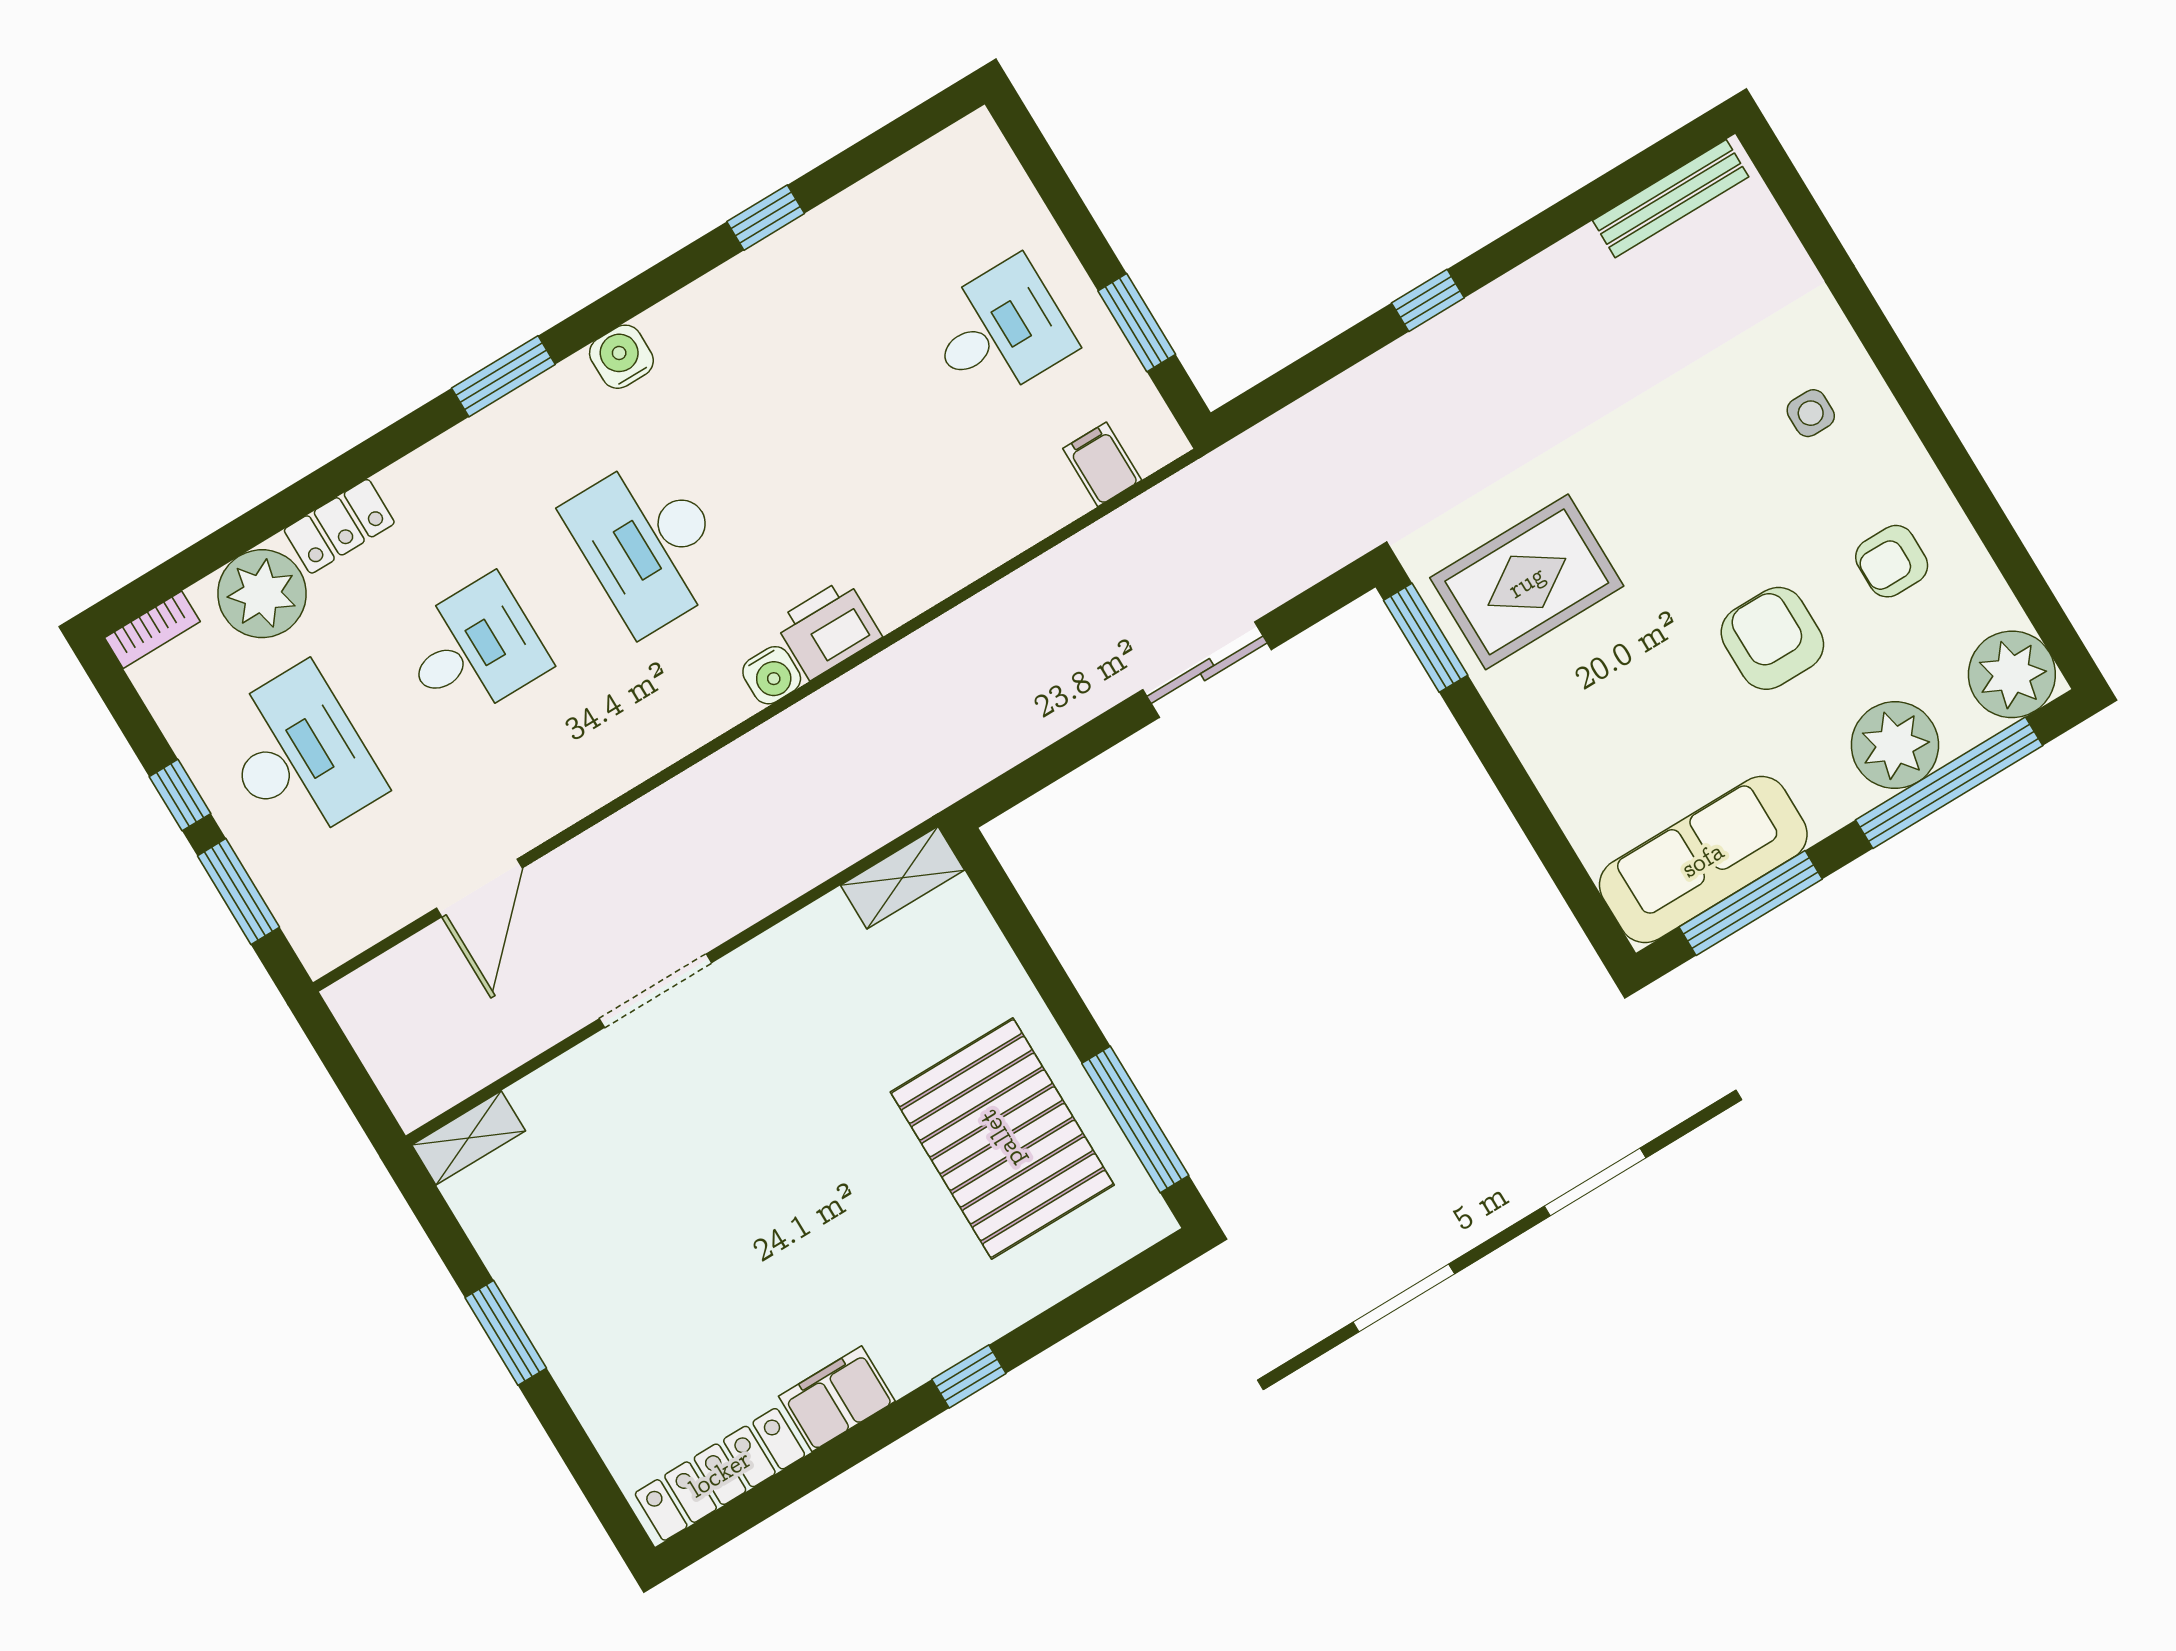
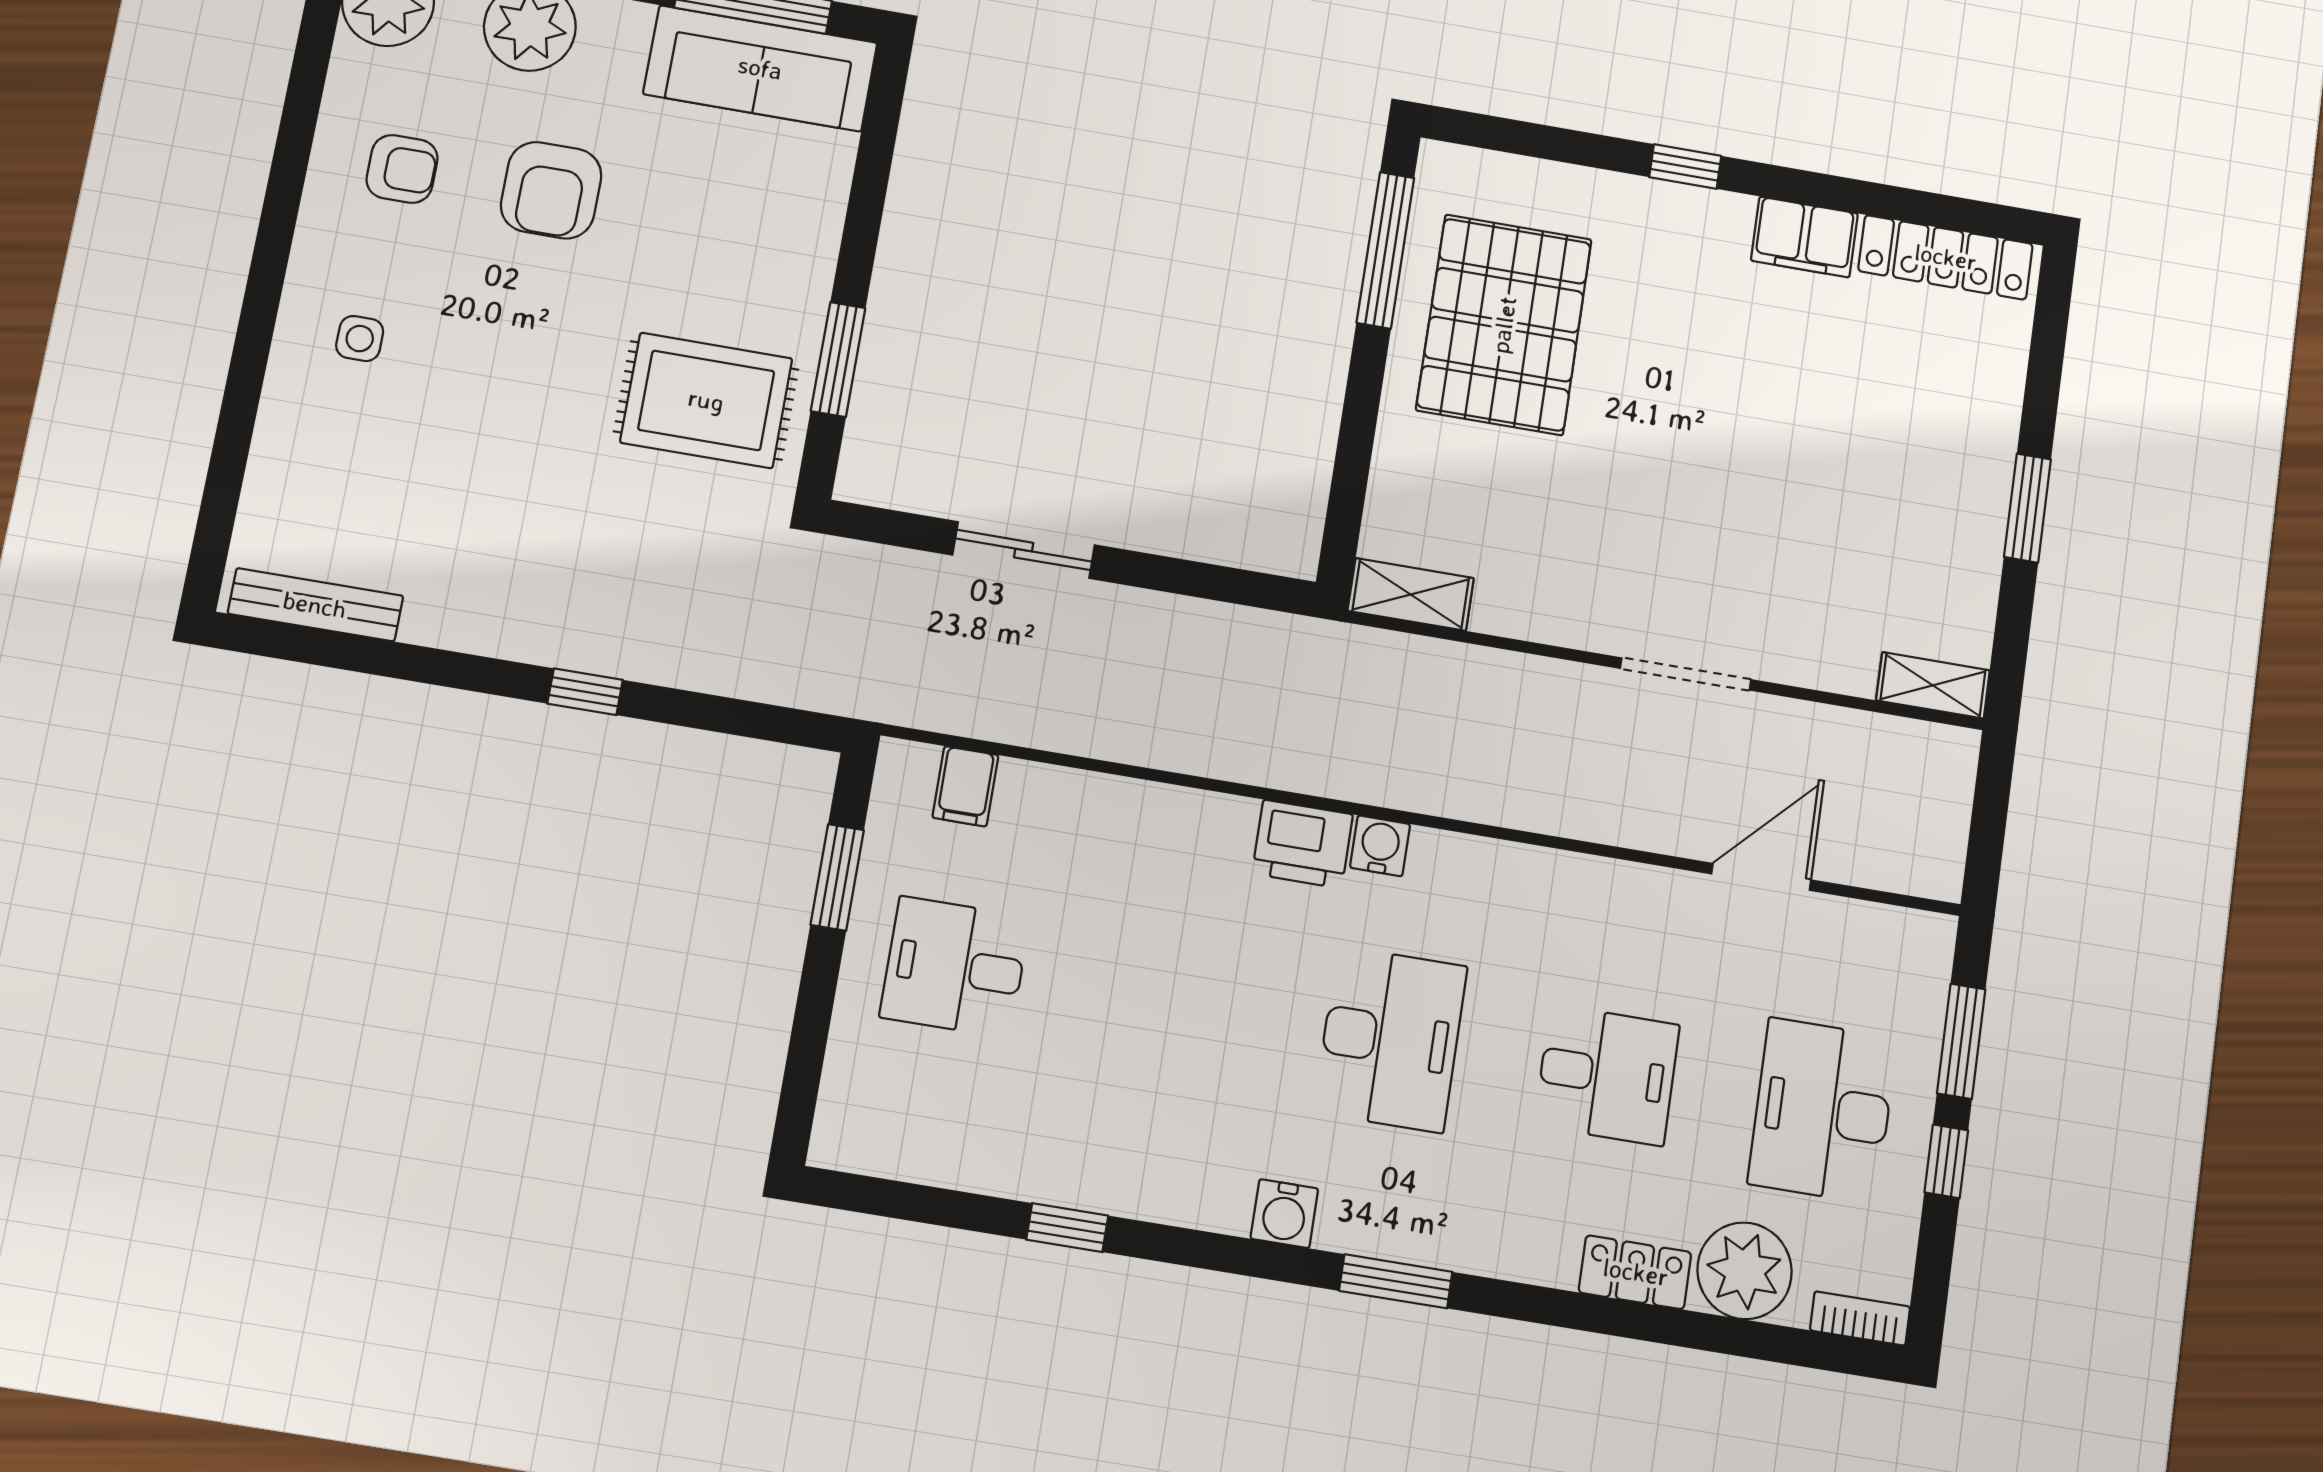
window: (1426, 638) -> (838, 359), moved
desk: (474, 649) -> (1607, 1075), turned 180

